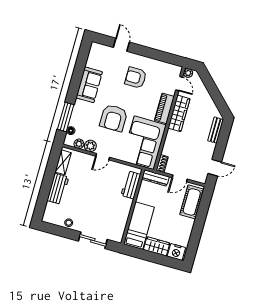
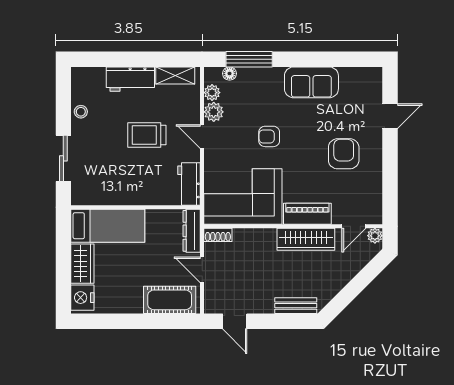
armchair: (114, 118) -> (269, 136), width x0.53, depth x0.53
workbench: (131, 185) -> (189, 184), moved, turned -90
trolley: (93, 188) -> (147, 135), added

